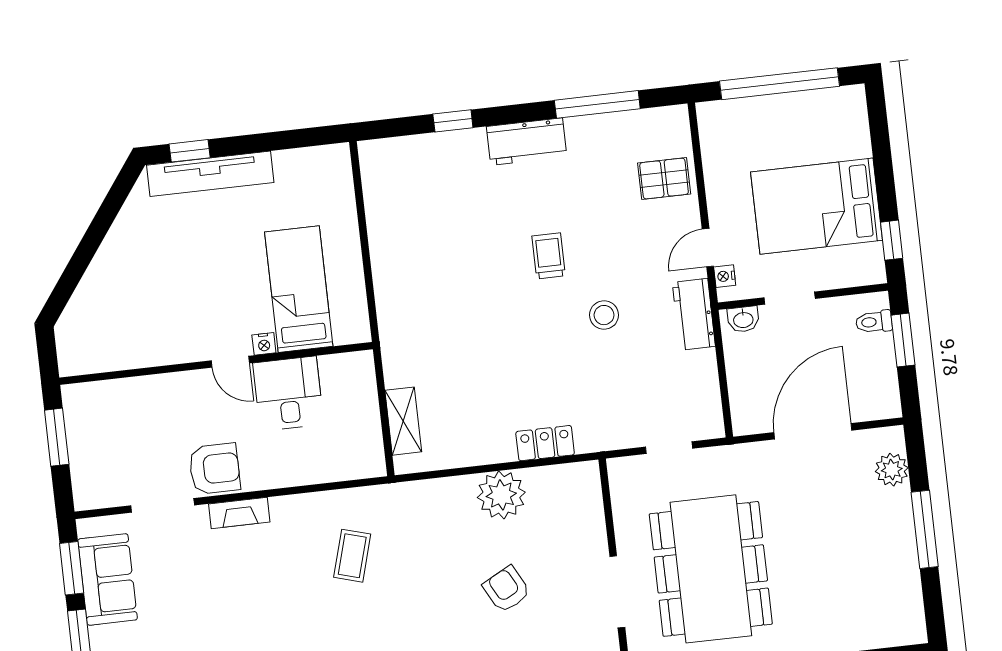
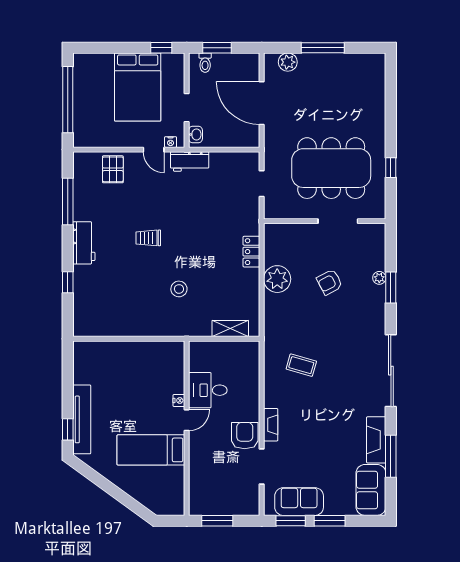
bed: (299, 289) -> (151, 450), moved
stool: (604, 315) -> (179, 289), moved

